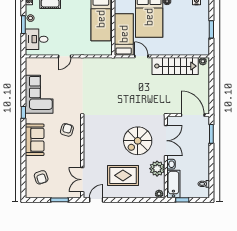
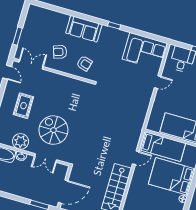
door: (65, 56) -> (158, 82), swing flipped
corner sofa: (39, 94) -> (145, 51), moved
double door: (166, 141) -> (46, 158), width x0.73
rug: (123, 175) -> (23, 106), width x0.73, depth x0.70
armchair: (41, 177) -> (60, 52), moved

